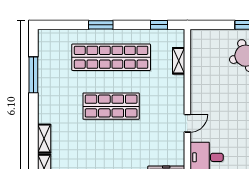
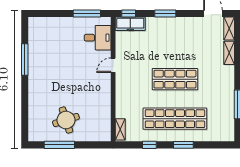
window: (159, 25) -> (149, 145), moved
shelving: (179, 61) -> (120, 129), moved

